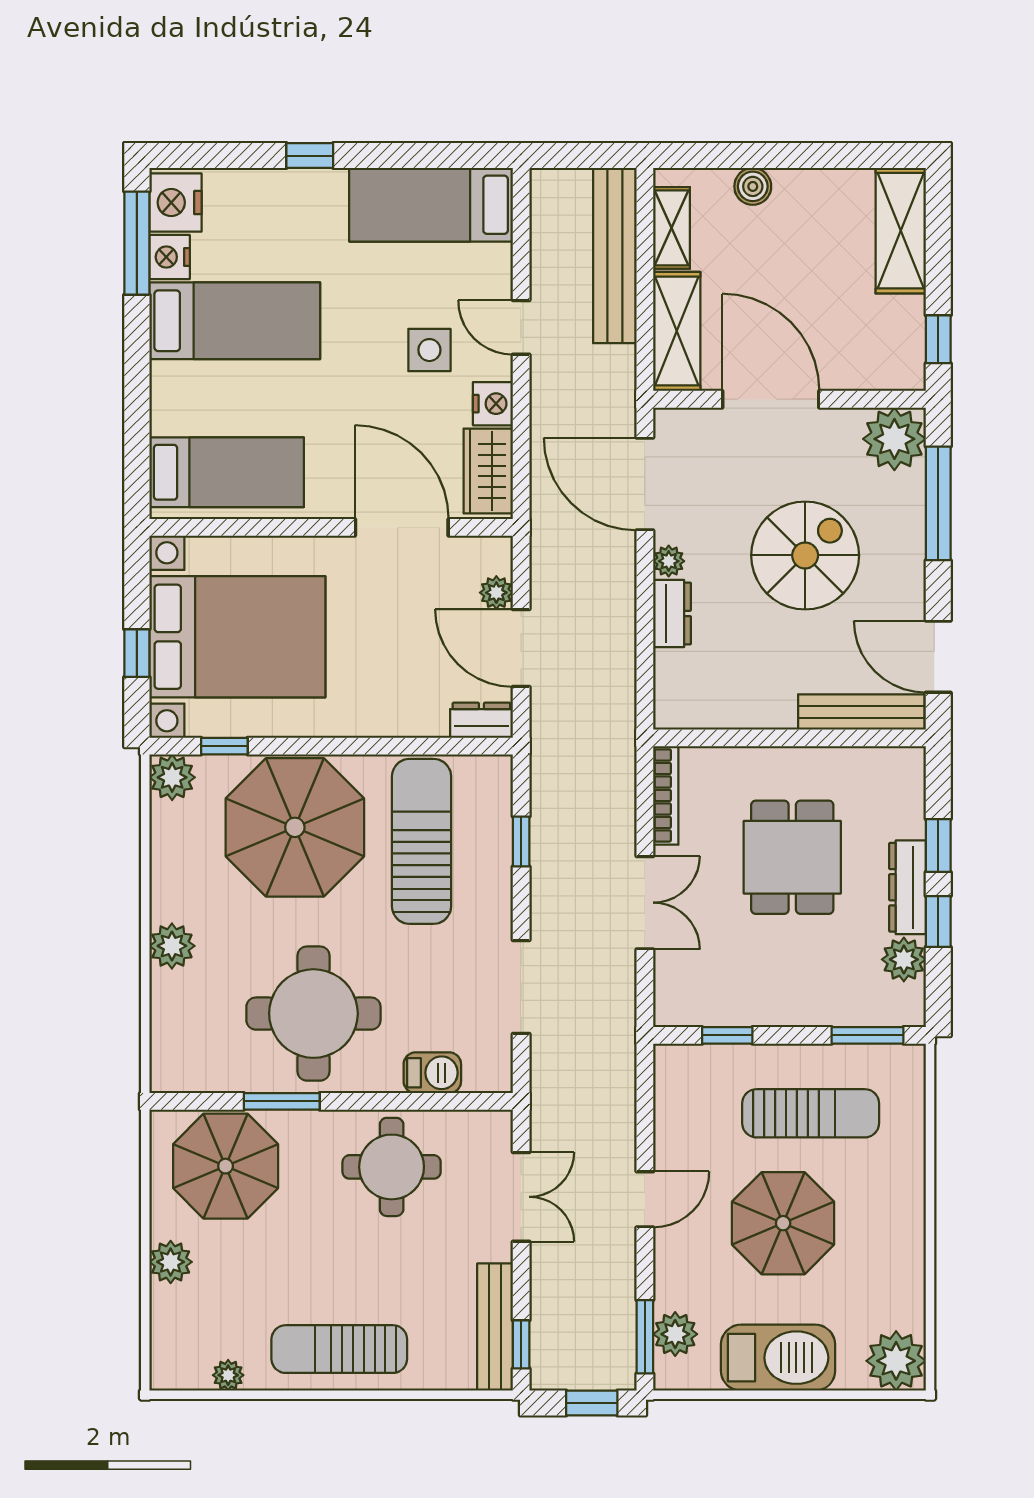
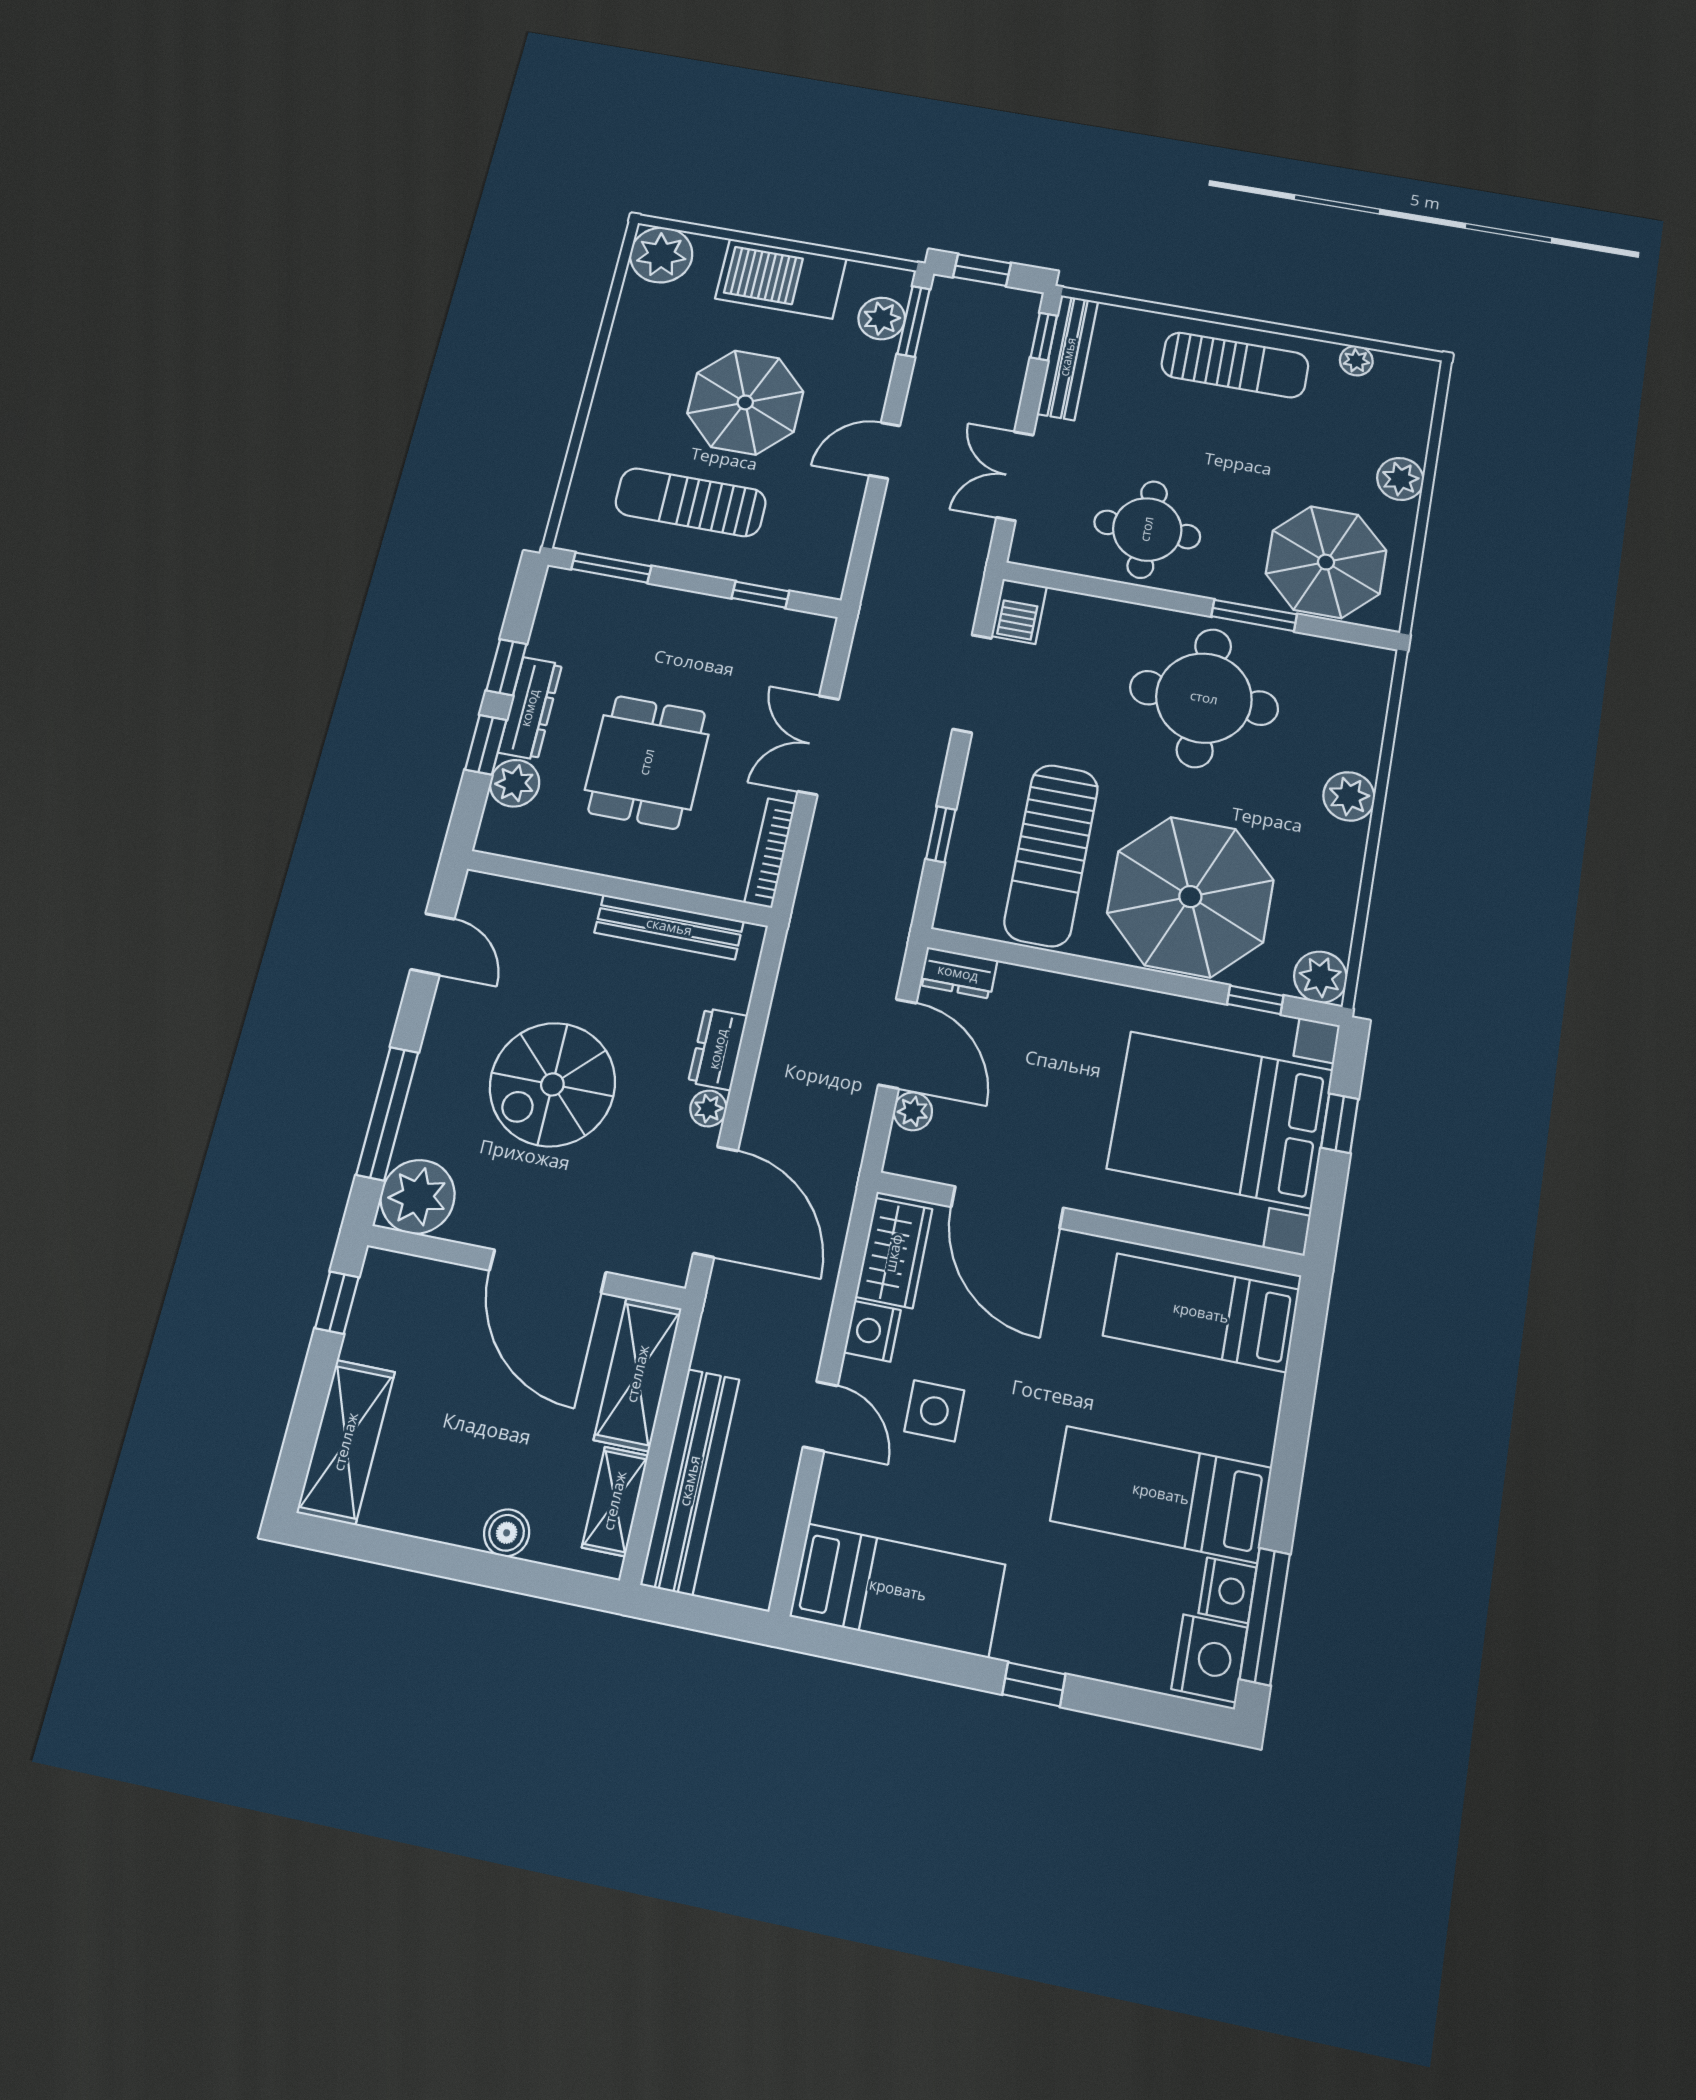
door: (938, 657) -> (433, 944), width x0.73
bench: (861, 712) -> (669, 927), moved
plant: (904, 959) -> (515, 783), moved
barbecue: (432, 1073) -> (1019, 611), moved, turned -90

